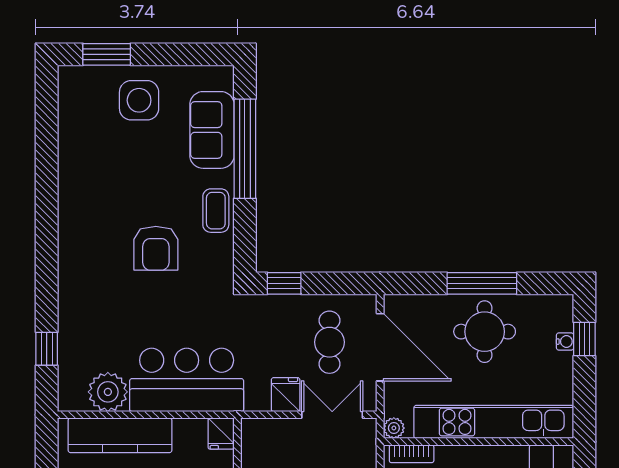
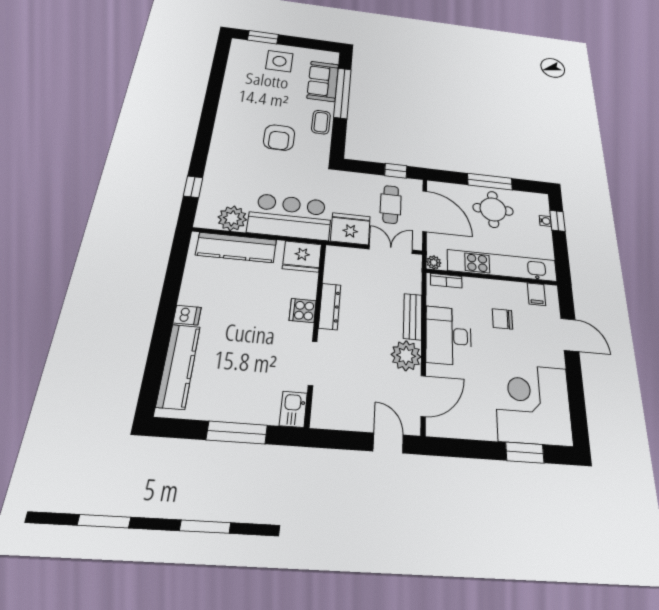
window: (284, 283) -> (396, 171), moved
fridge: (286, 395) -> (350, 229), width x1.88, depth x1.34
fridge: (221, 434) -> (302, 256), width x1.88, depth x1.34

